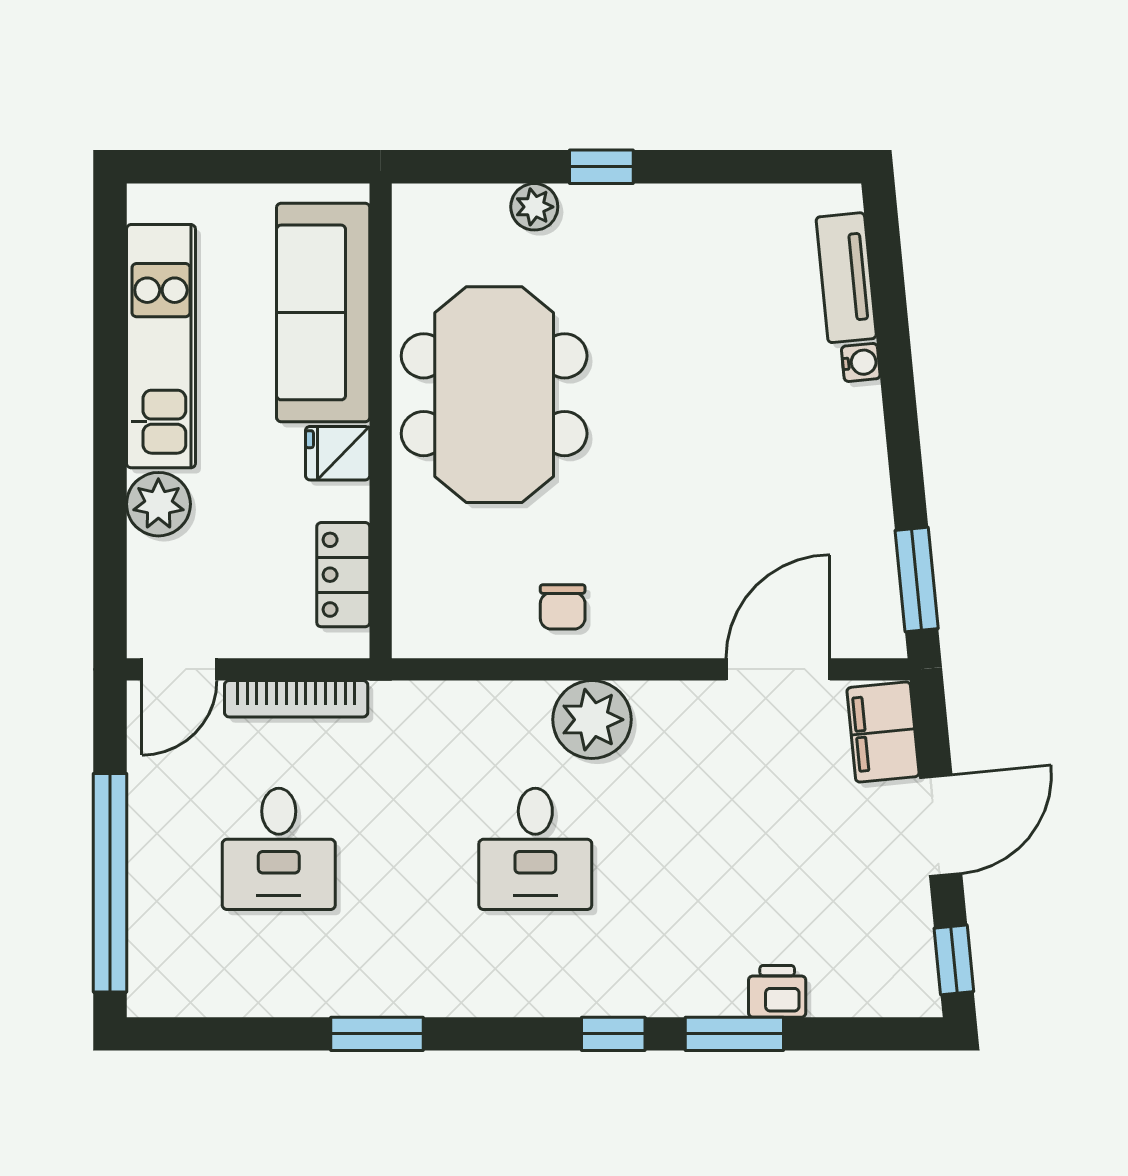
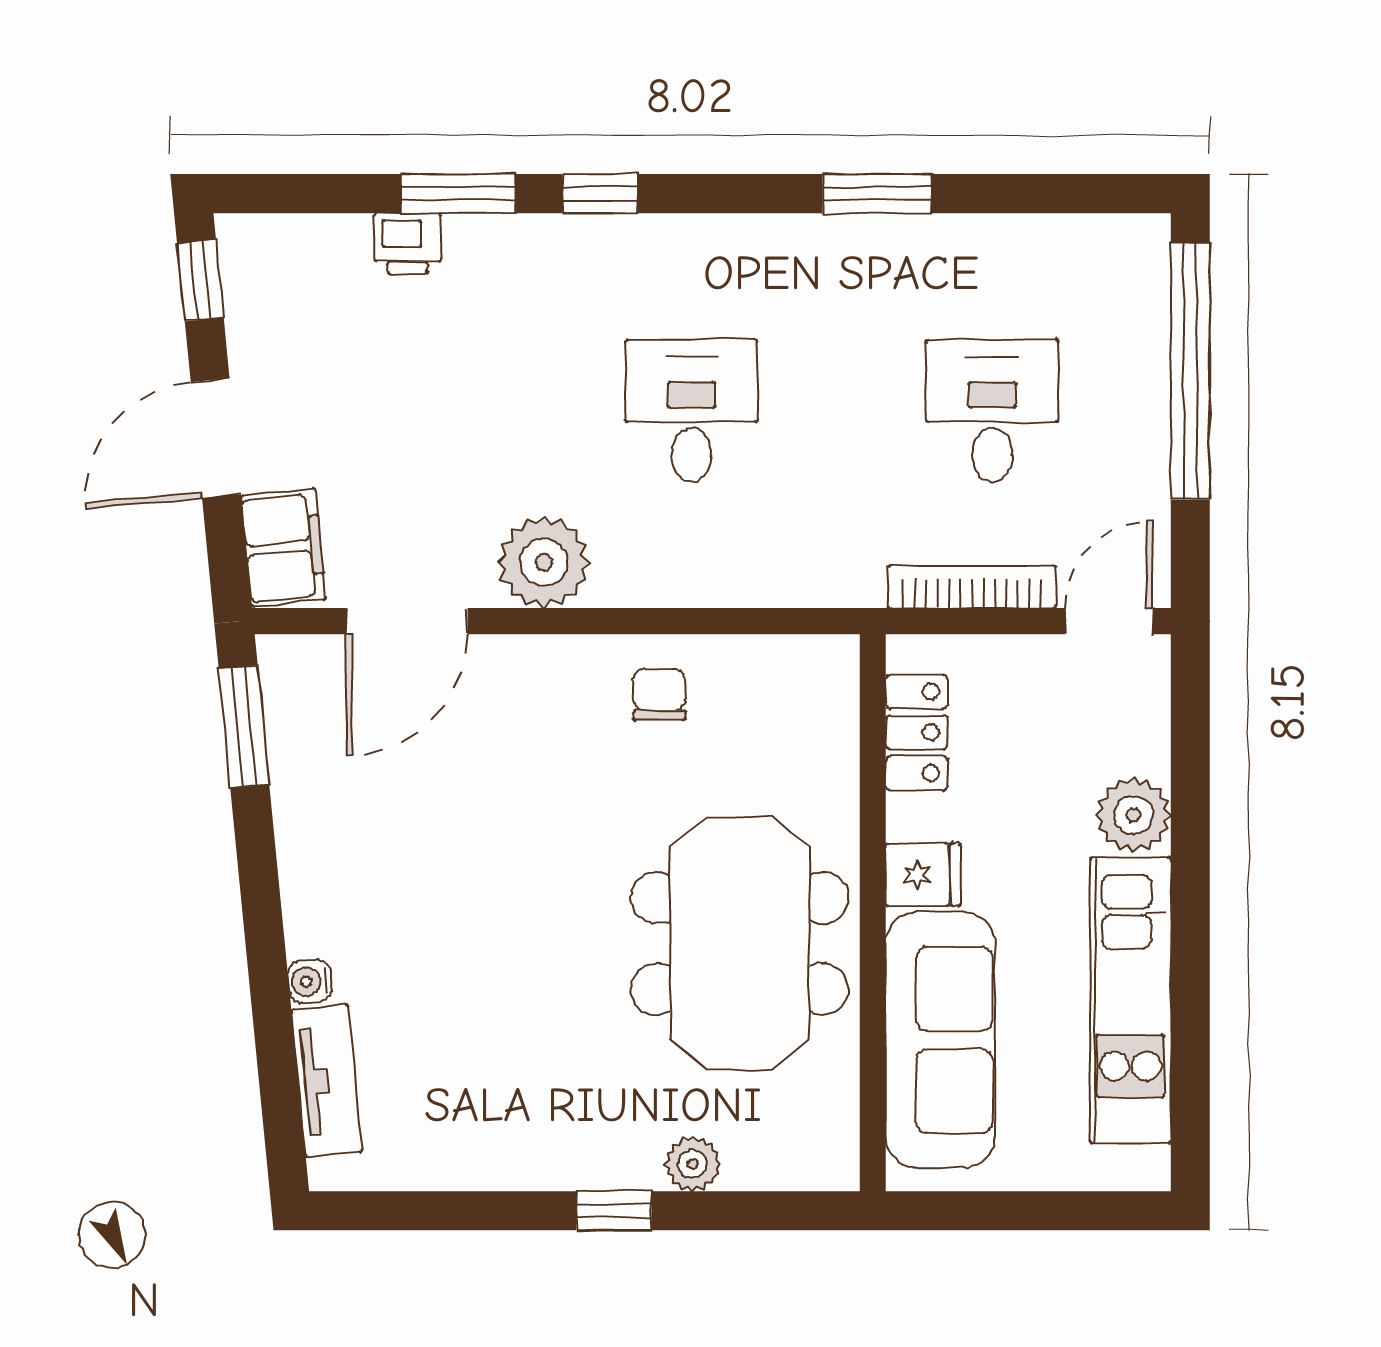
plant: (592, 720) -> (544, 562), moved

